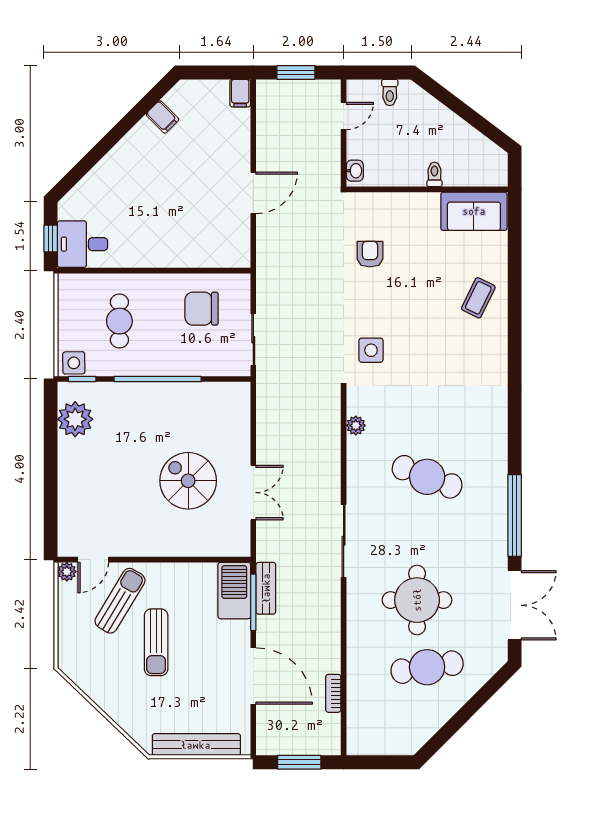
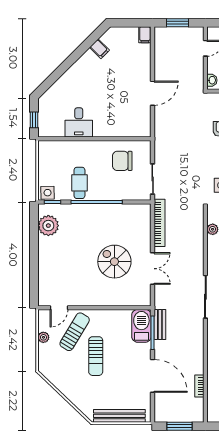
desk: (82, 244) -> (79, 122), moved, turned -90
cafe table: (119, 321) -> (79, 183), moved
bookcase: (265, 414) -> (160, 223), added
plant: (67, 572) -> (43, 337), moved

